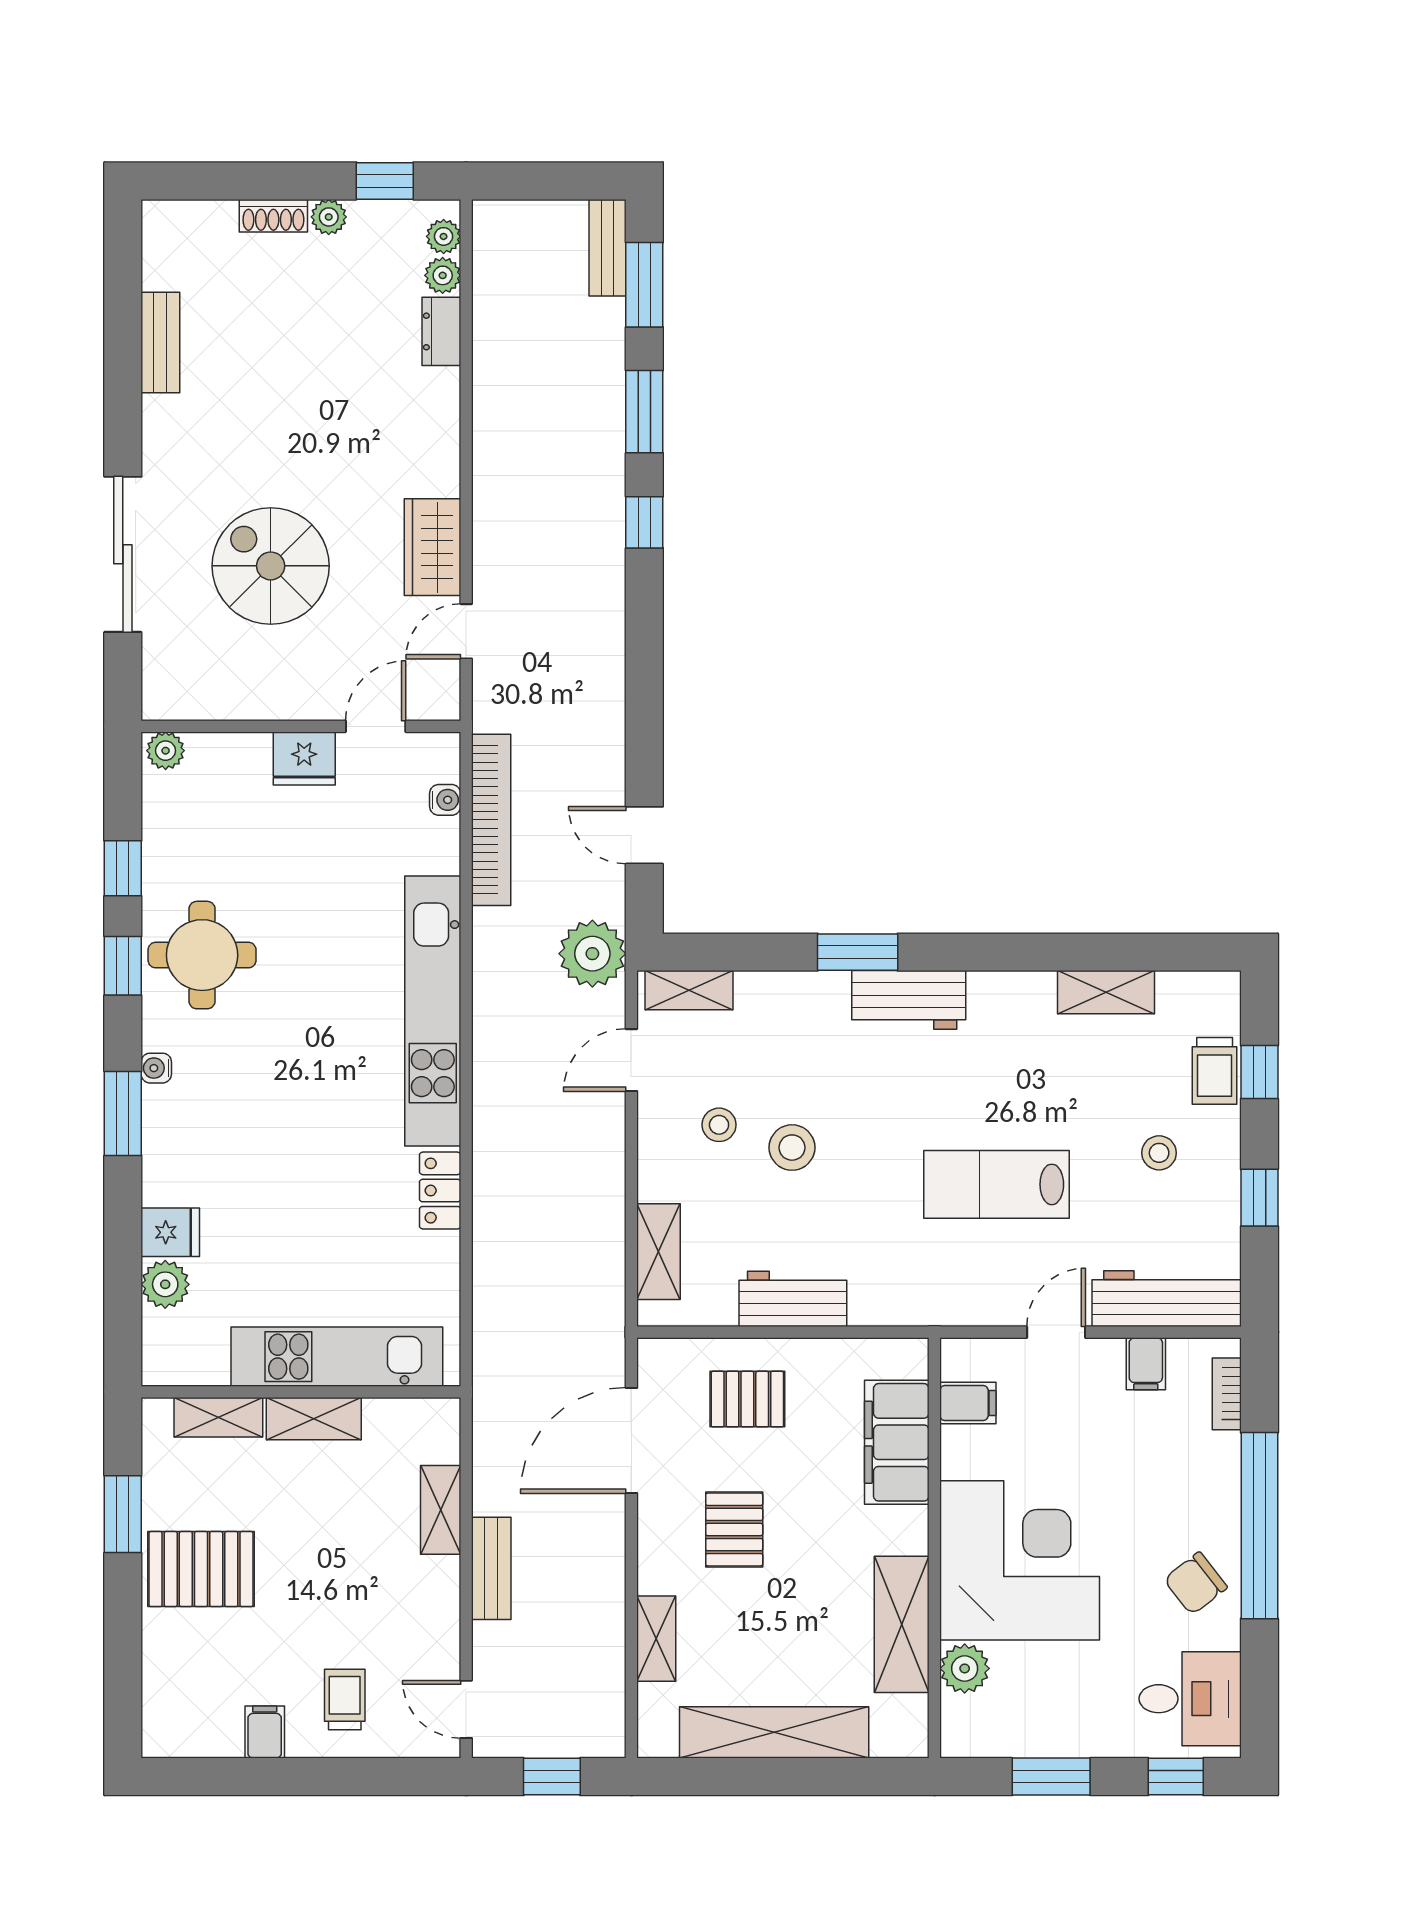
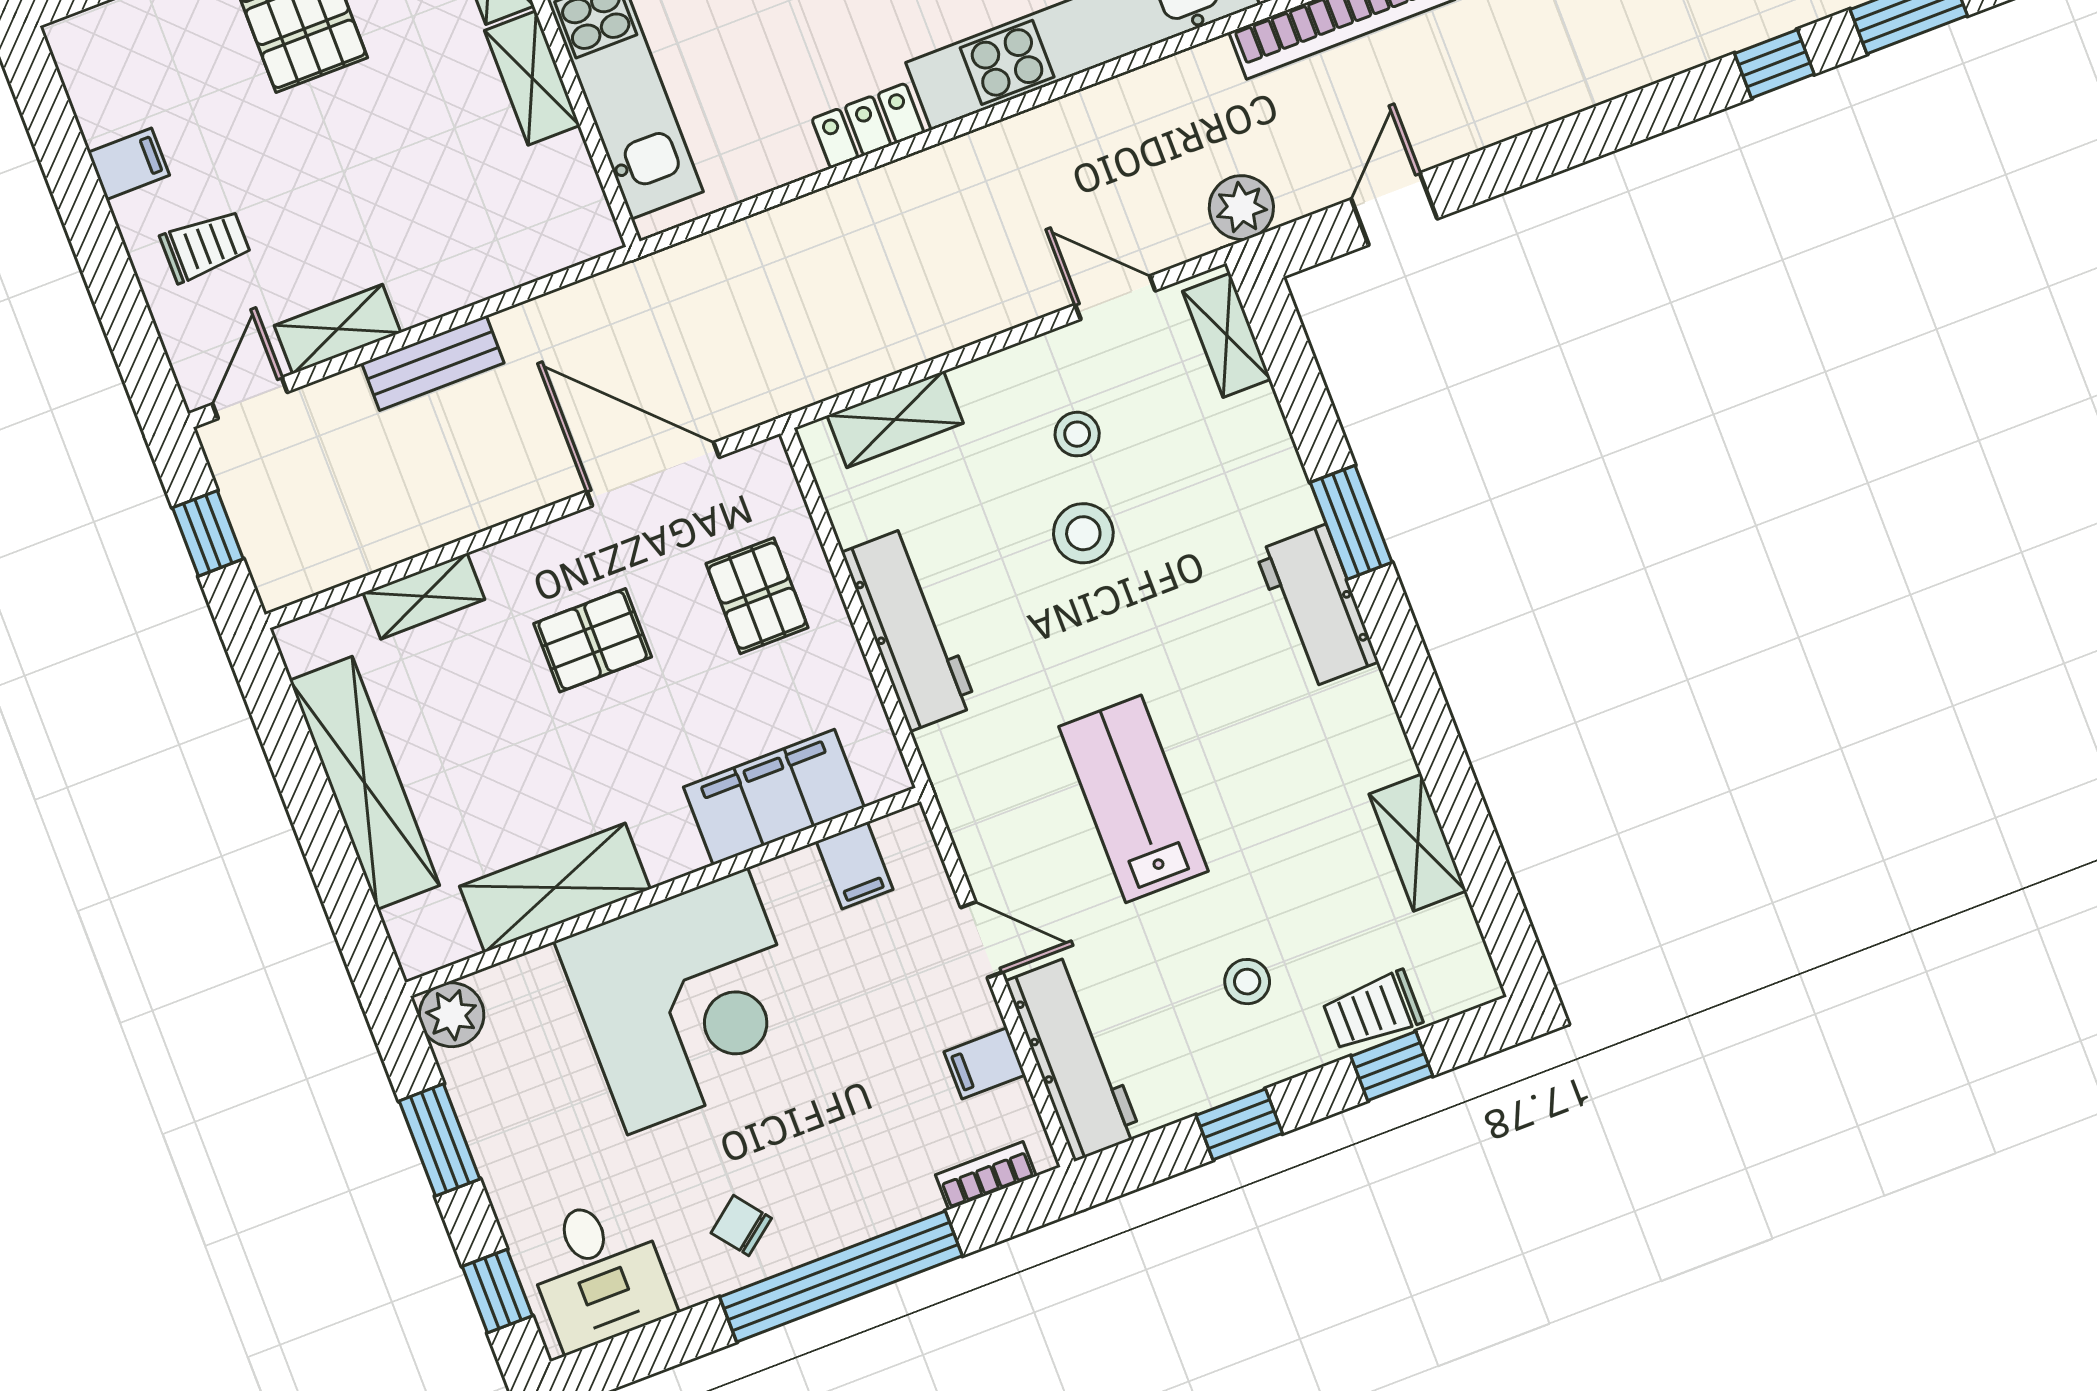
plant: (592, 954) -> (1241, 208), width x0.73, depth x0.73
workbench: (793, 1299) -> (909, 629), width x1.37
shelving: (441, 1510) -> (338, 329), moved
chair: (1196, 1583) -> (741, 1226), width x0.73, depth x0.73
plant: (965, 1668) -> (452, 1015), moved

